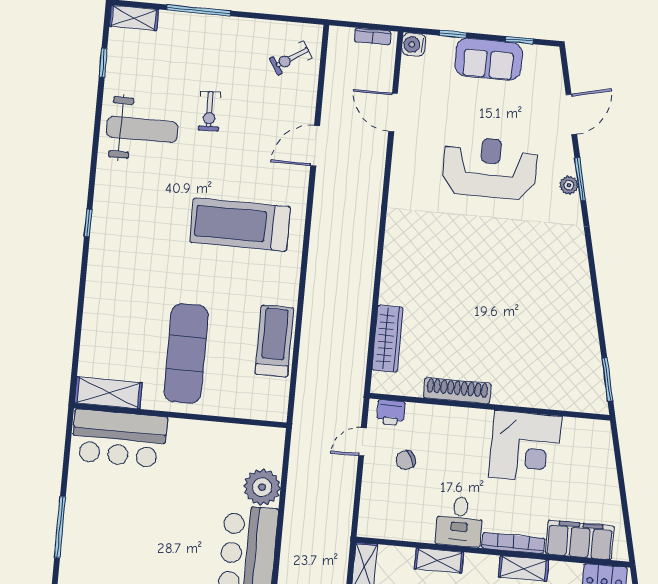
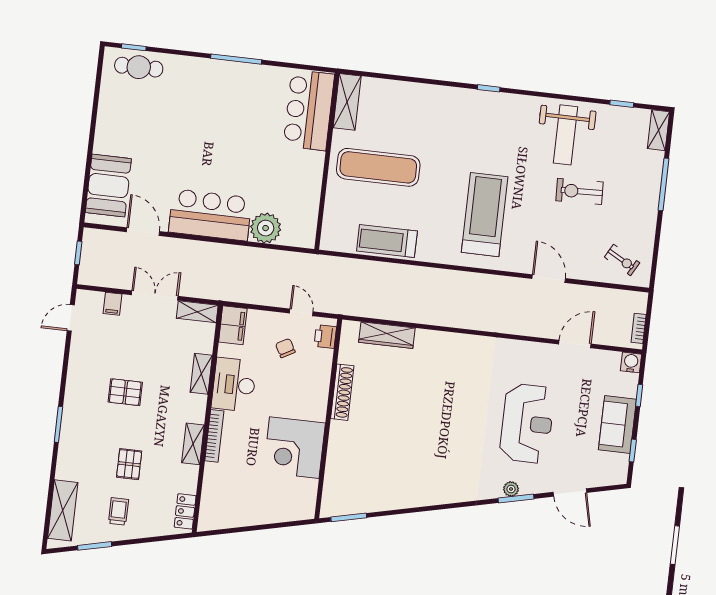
exercise bike: (291, 58) -> (622, 260), turned 152
exercise bike: (209, 111) -> (580, 191), width x1.38, depth x1.39
treadmill: (274, 341) -> (387, 241), turned 180
desk: (460, 522) -> (234, 385), width x1.37
filing cabinet: (580, 540) -> (233, 325), moved, width x0.67, depth x0.86

